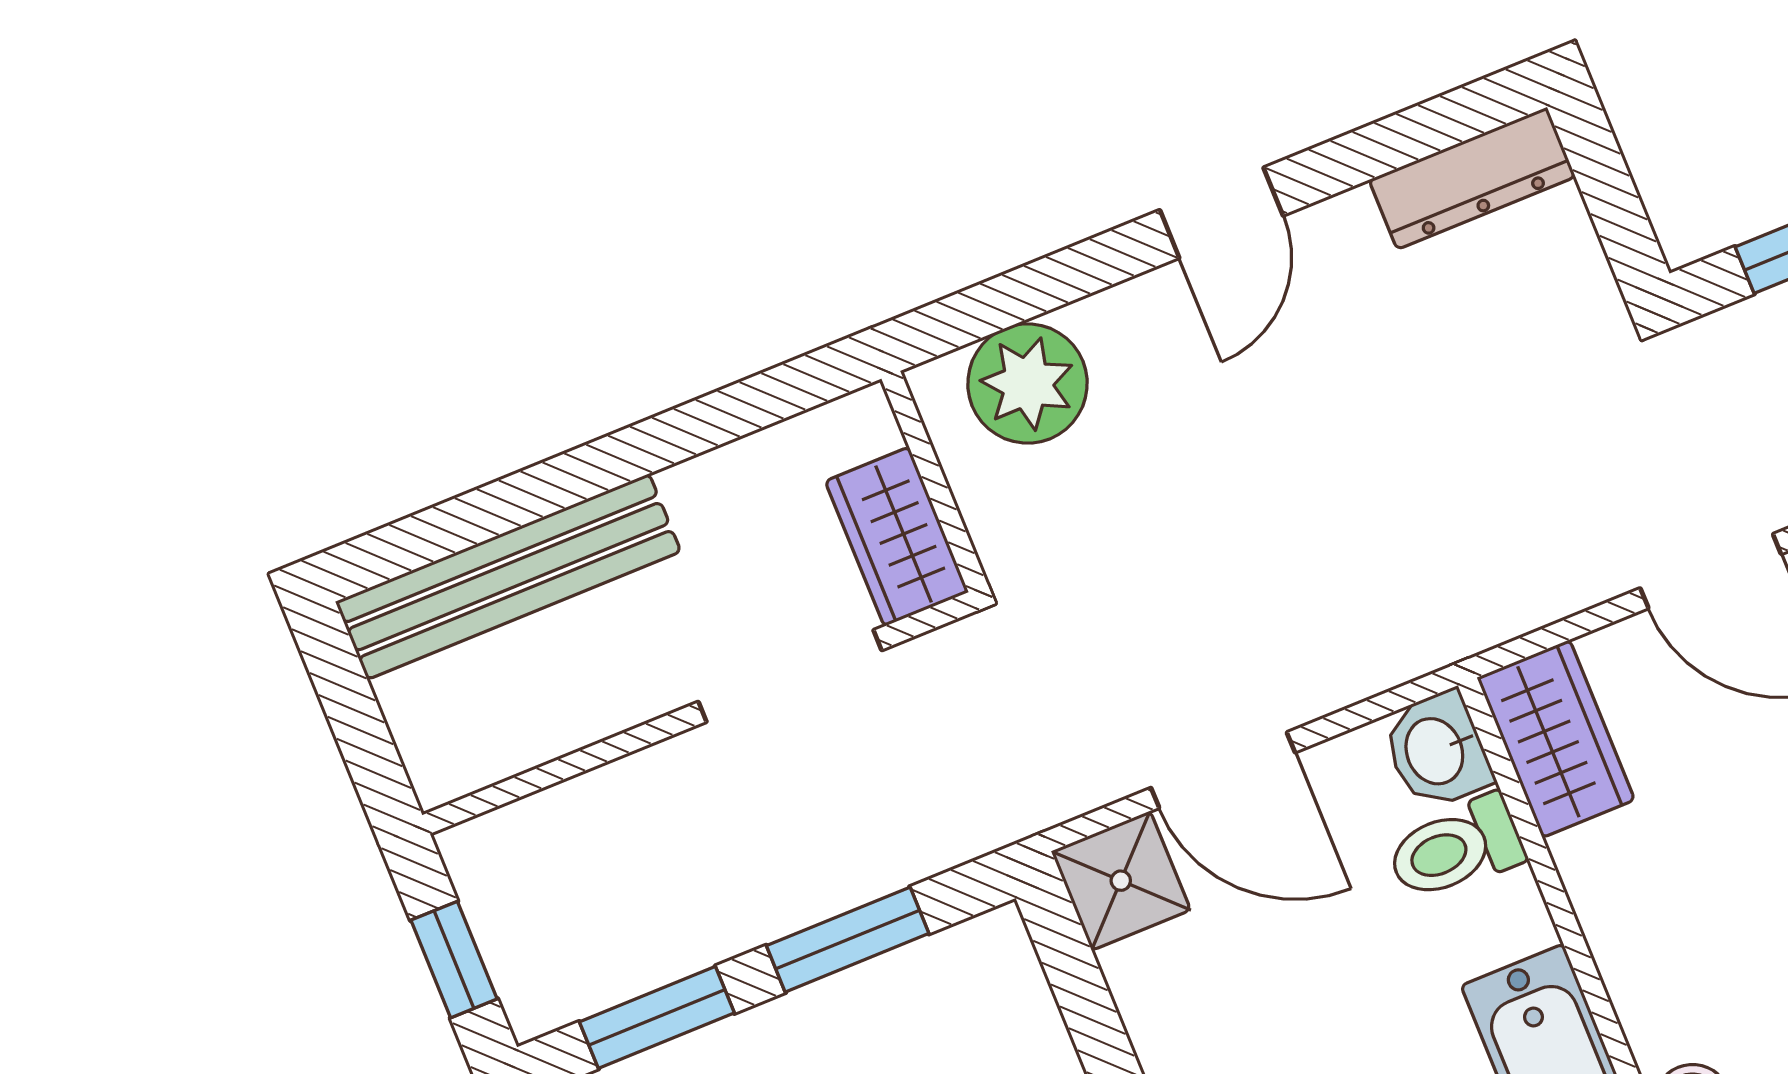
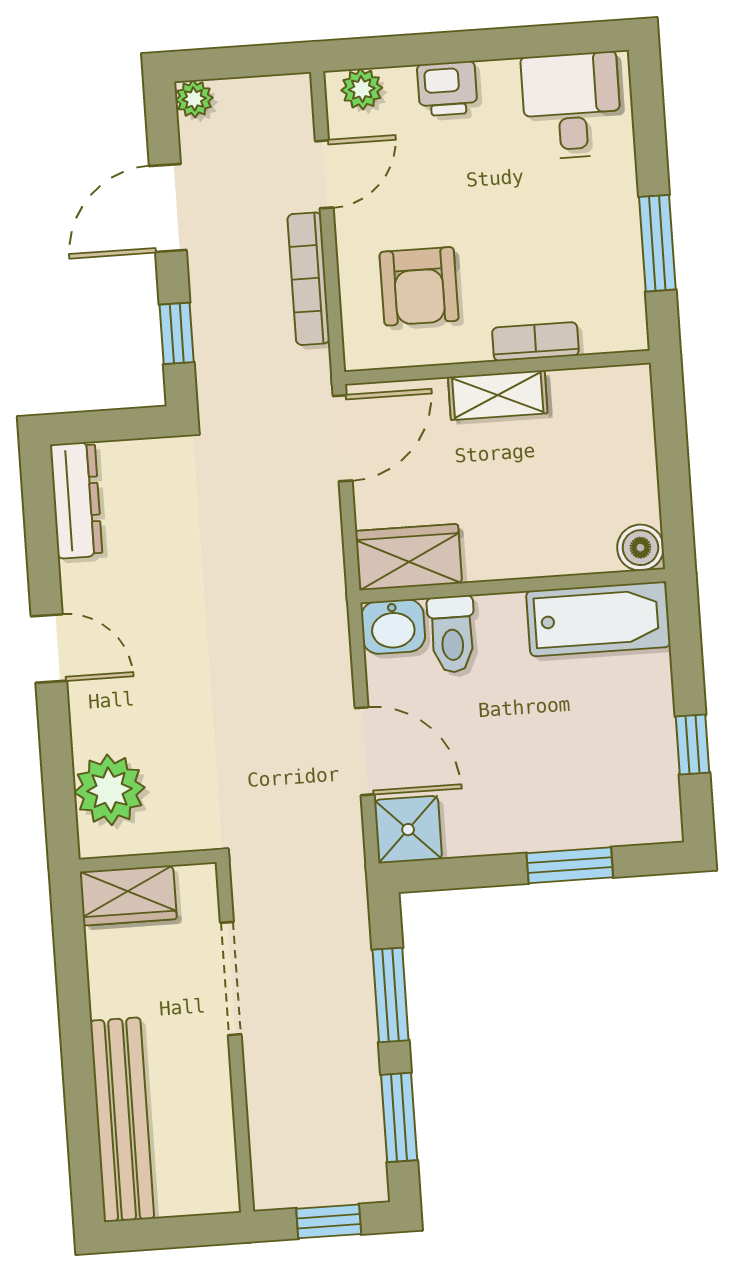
wardrobe: (897, 537) -> (128, 895), moved
door: (1223, 770) -> (365, 751), hinge flipped

